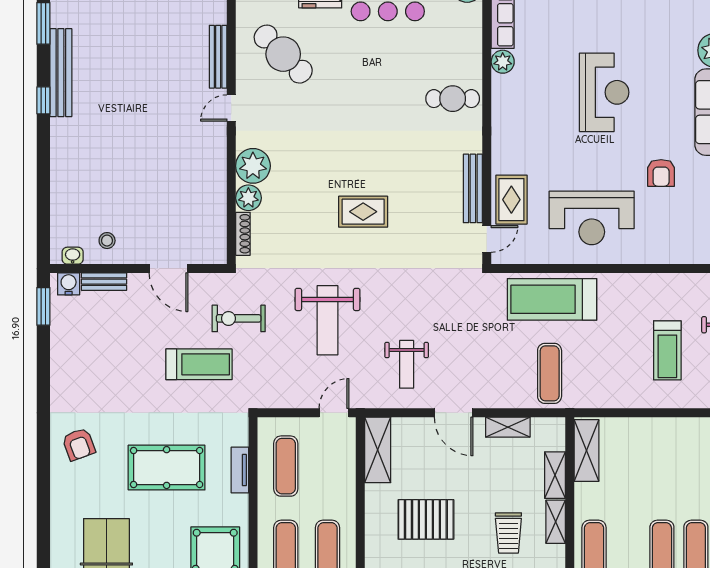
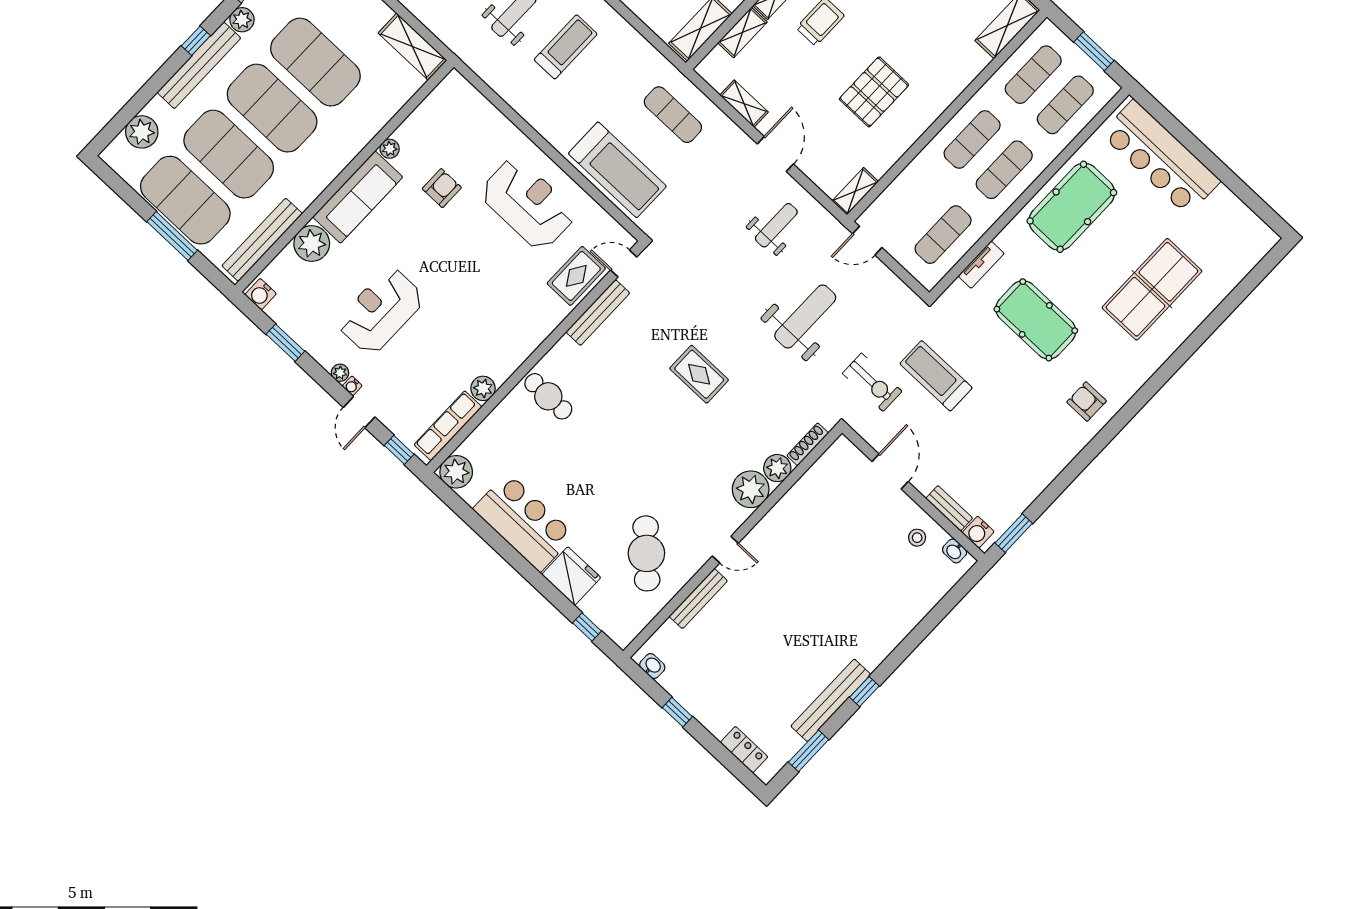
reception desk: (604, 92) -> (381, 311), moved
exercise mat: (550, 373) -> (673, 115), turned 90
armchair: (79, 444) -> (1087, 401), turned -70
shelving: (378, 450) -> (855, 191), width x0.67, depth x0.75
pallet: (426, 519) -> (874, 92), turned 90

